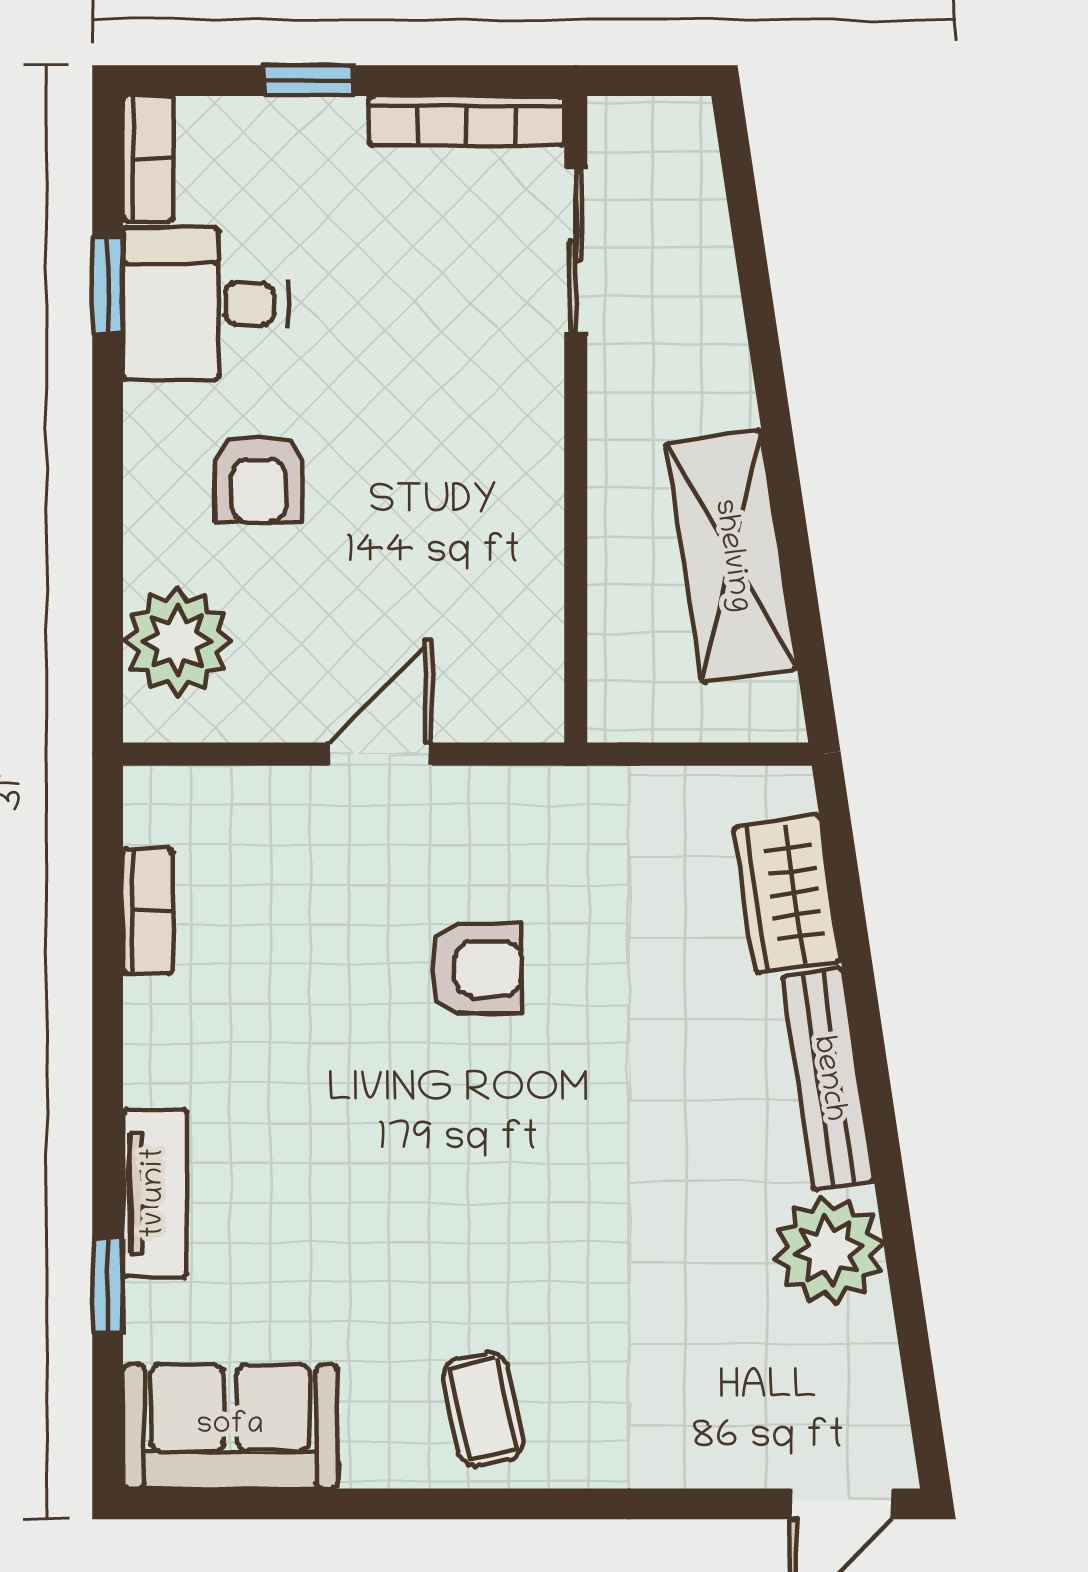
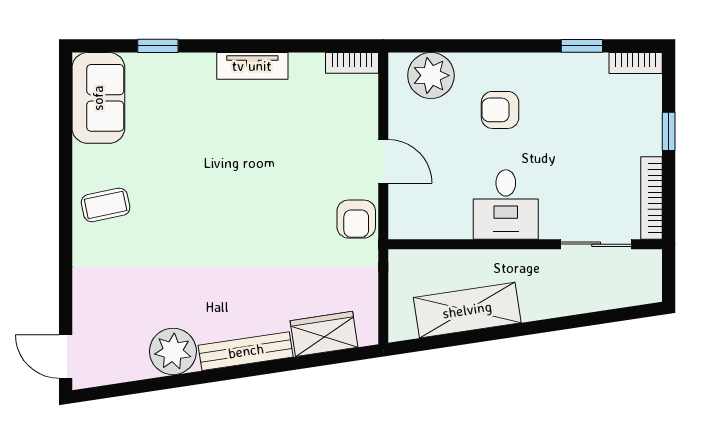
desk: (205, 304) -> (506, 205), moved, turned 180
bookcase: (148, 911) -> (352, 63), moved
armchair: (476, 969) -> (356, 219), moved
tv unit: (155, 1193) -> (252, 66), moved

